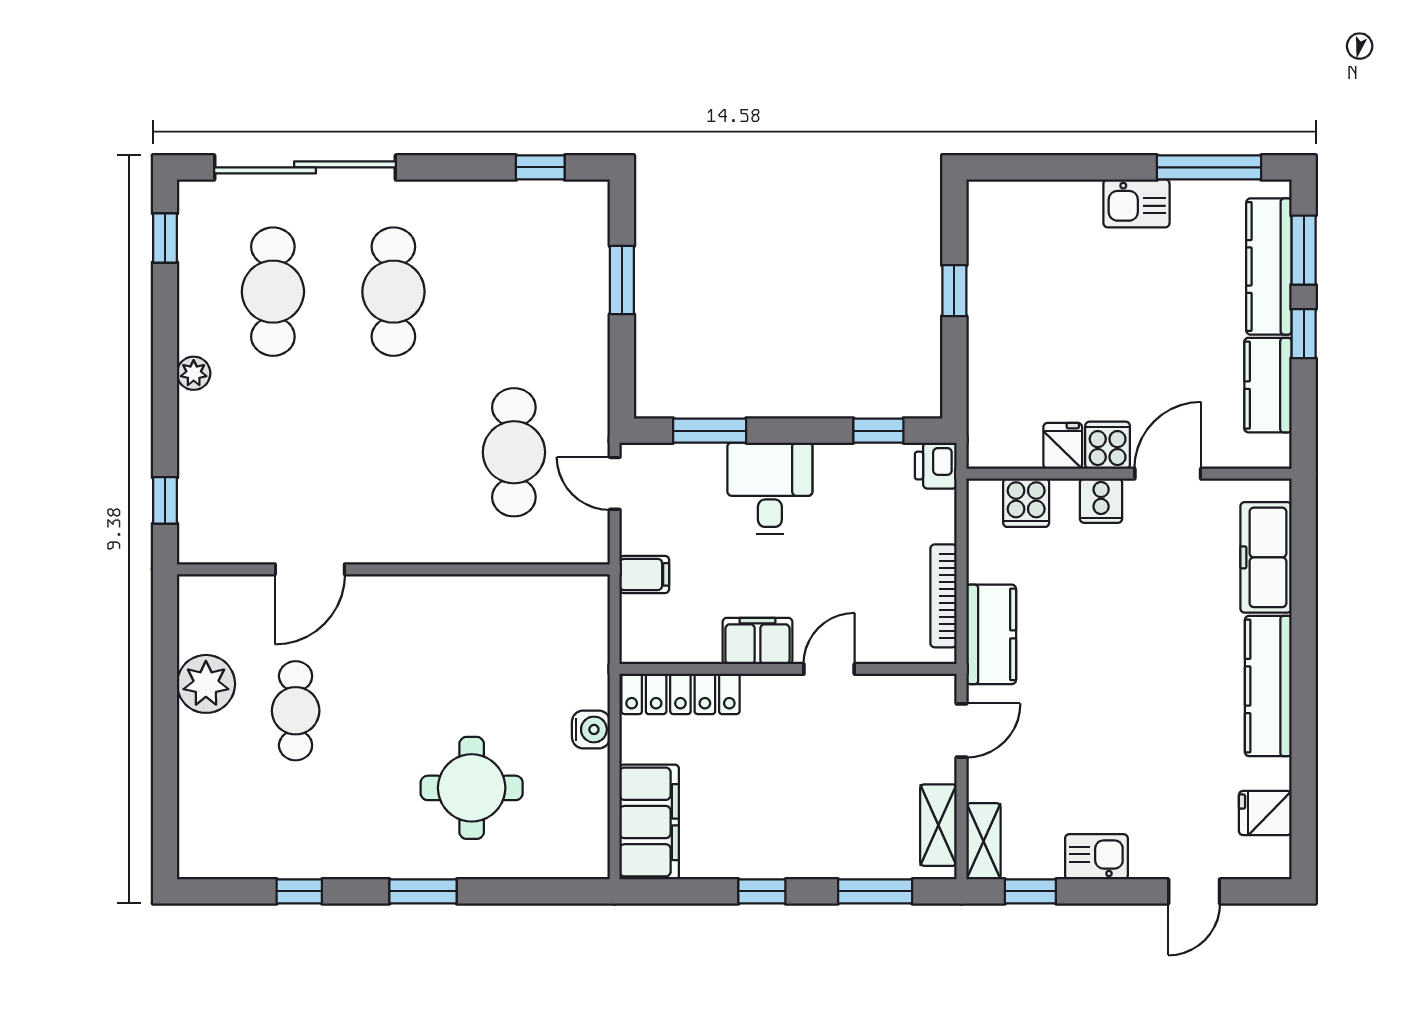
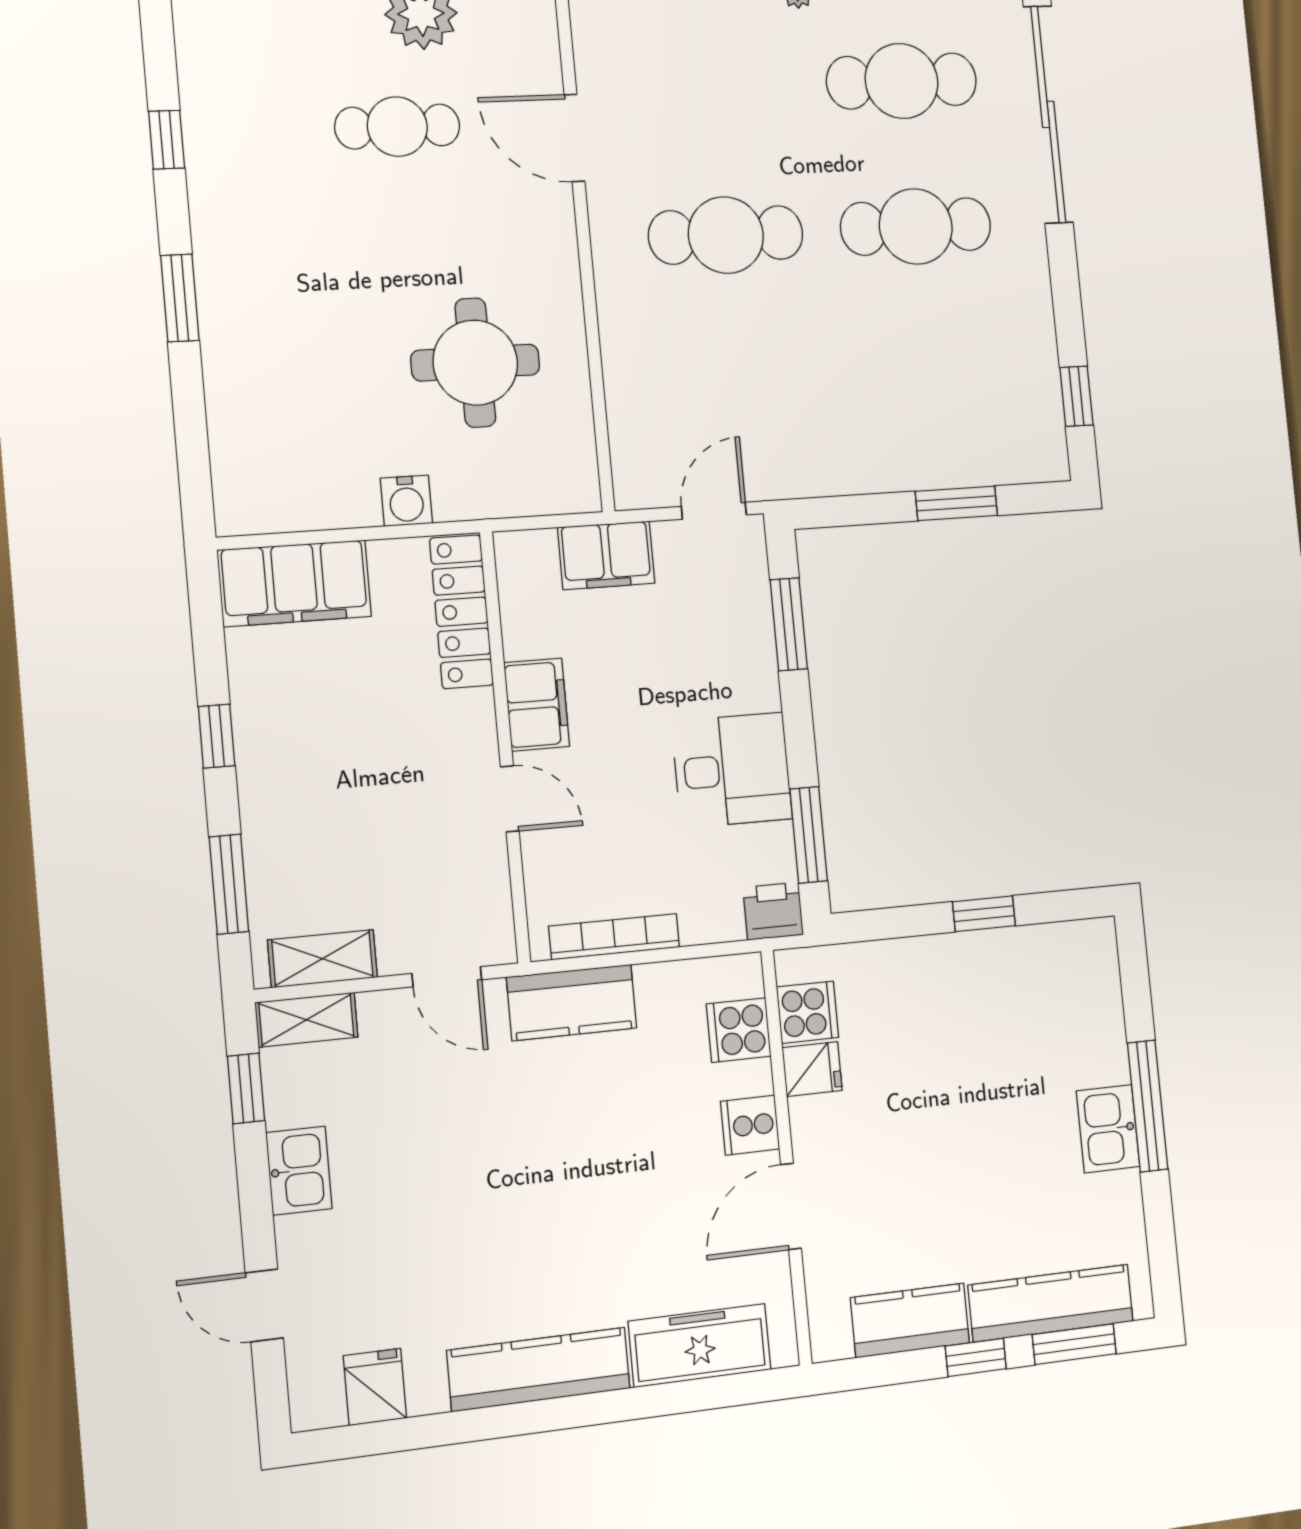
window: (1209, 167) -> (1148, 1106), moved
window: (878, 431) -> (809, 835), width x1.50
cooker: (1108, 445) -> (808, 1012), moved
cafe table: (514, 452) -> (726, 235), moved
door: (1168, 474) -> (791, 1206), swing flipped
desk: (770, 488) -> (732, 770), moved
filing cabinet: (644, 574) -> (606, 555), width x2.00
round table: (472, 788) -> (475, 363), moved

